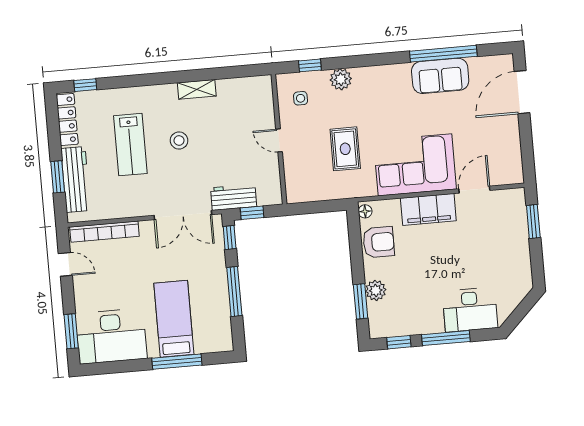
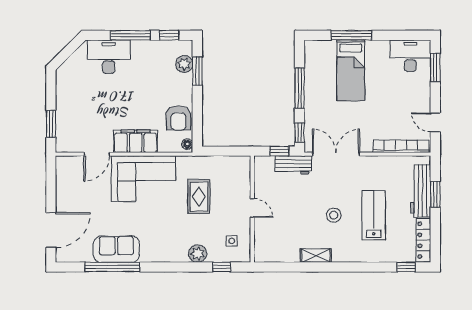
armchair: (379, 242) -> (178, 118), turned -90
plant: (376, 290) -> (184, 64), moved
desk: (111, 336) -> (410, 56), width x0.73, depth x0.77

